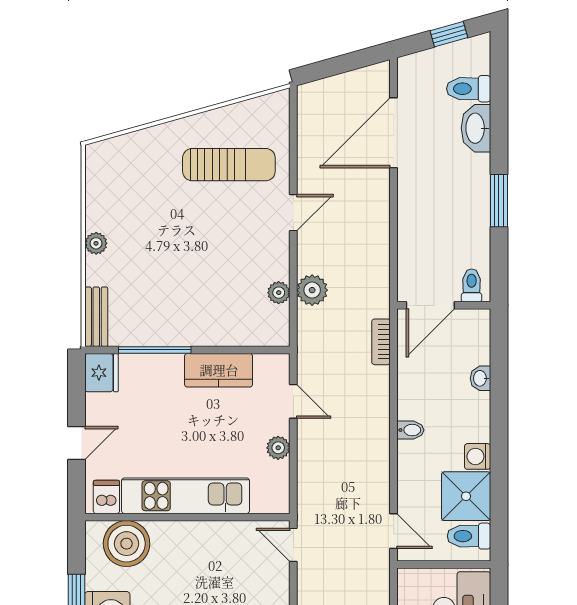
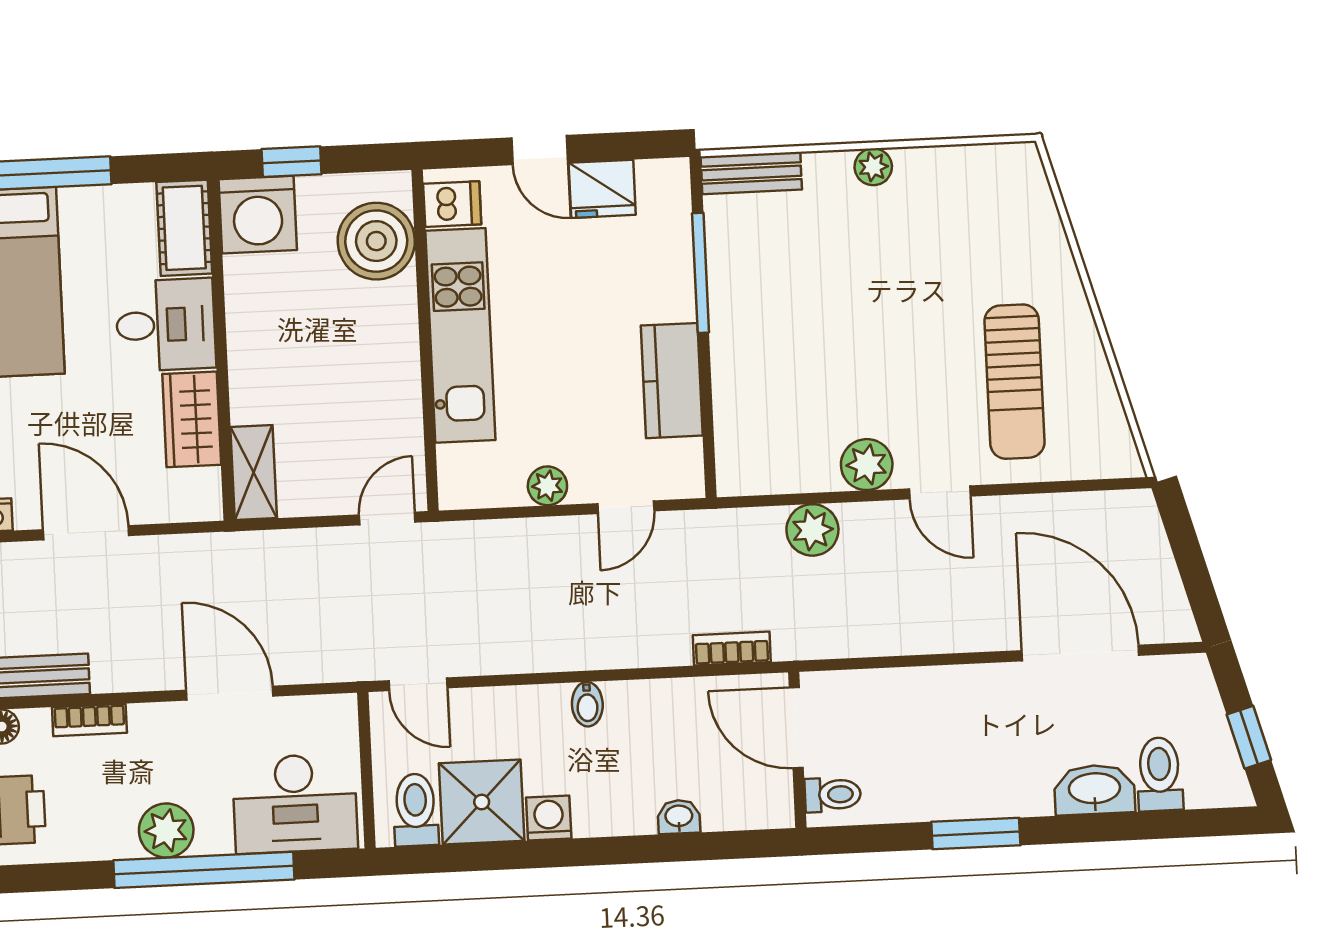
plant: (279, 293) -> (867, 465), moved, width x1.38, depth x1.38
fridge: (102, 373) -> (602, 189), moved
door: (394, 531) -> (418, 684), hinge flipped

